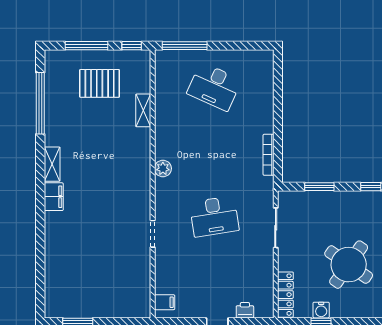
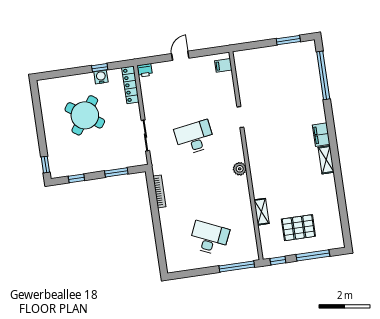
window: (40, 103) -> (323, 75), moved
printer: (245, 310) -> (145, 70), moved

